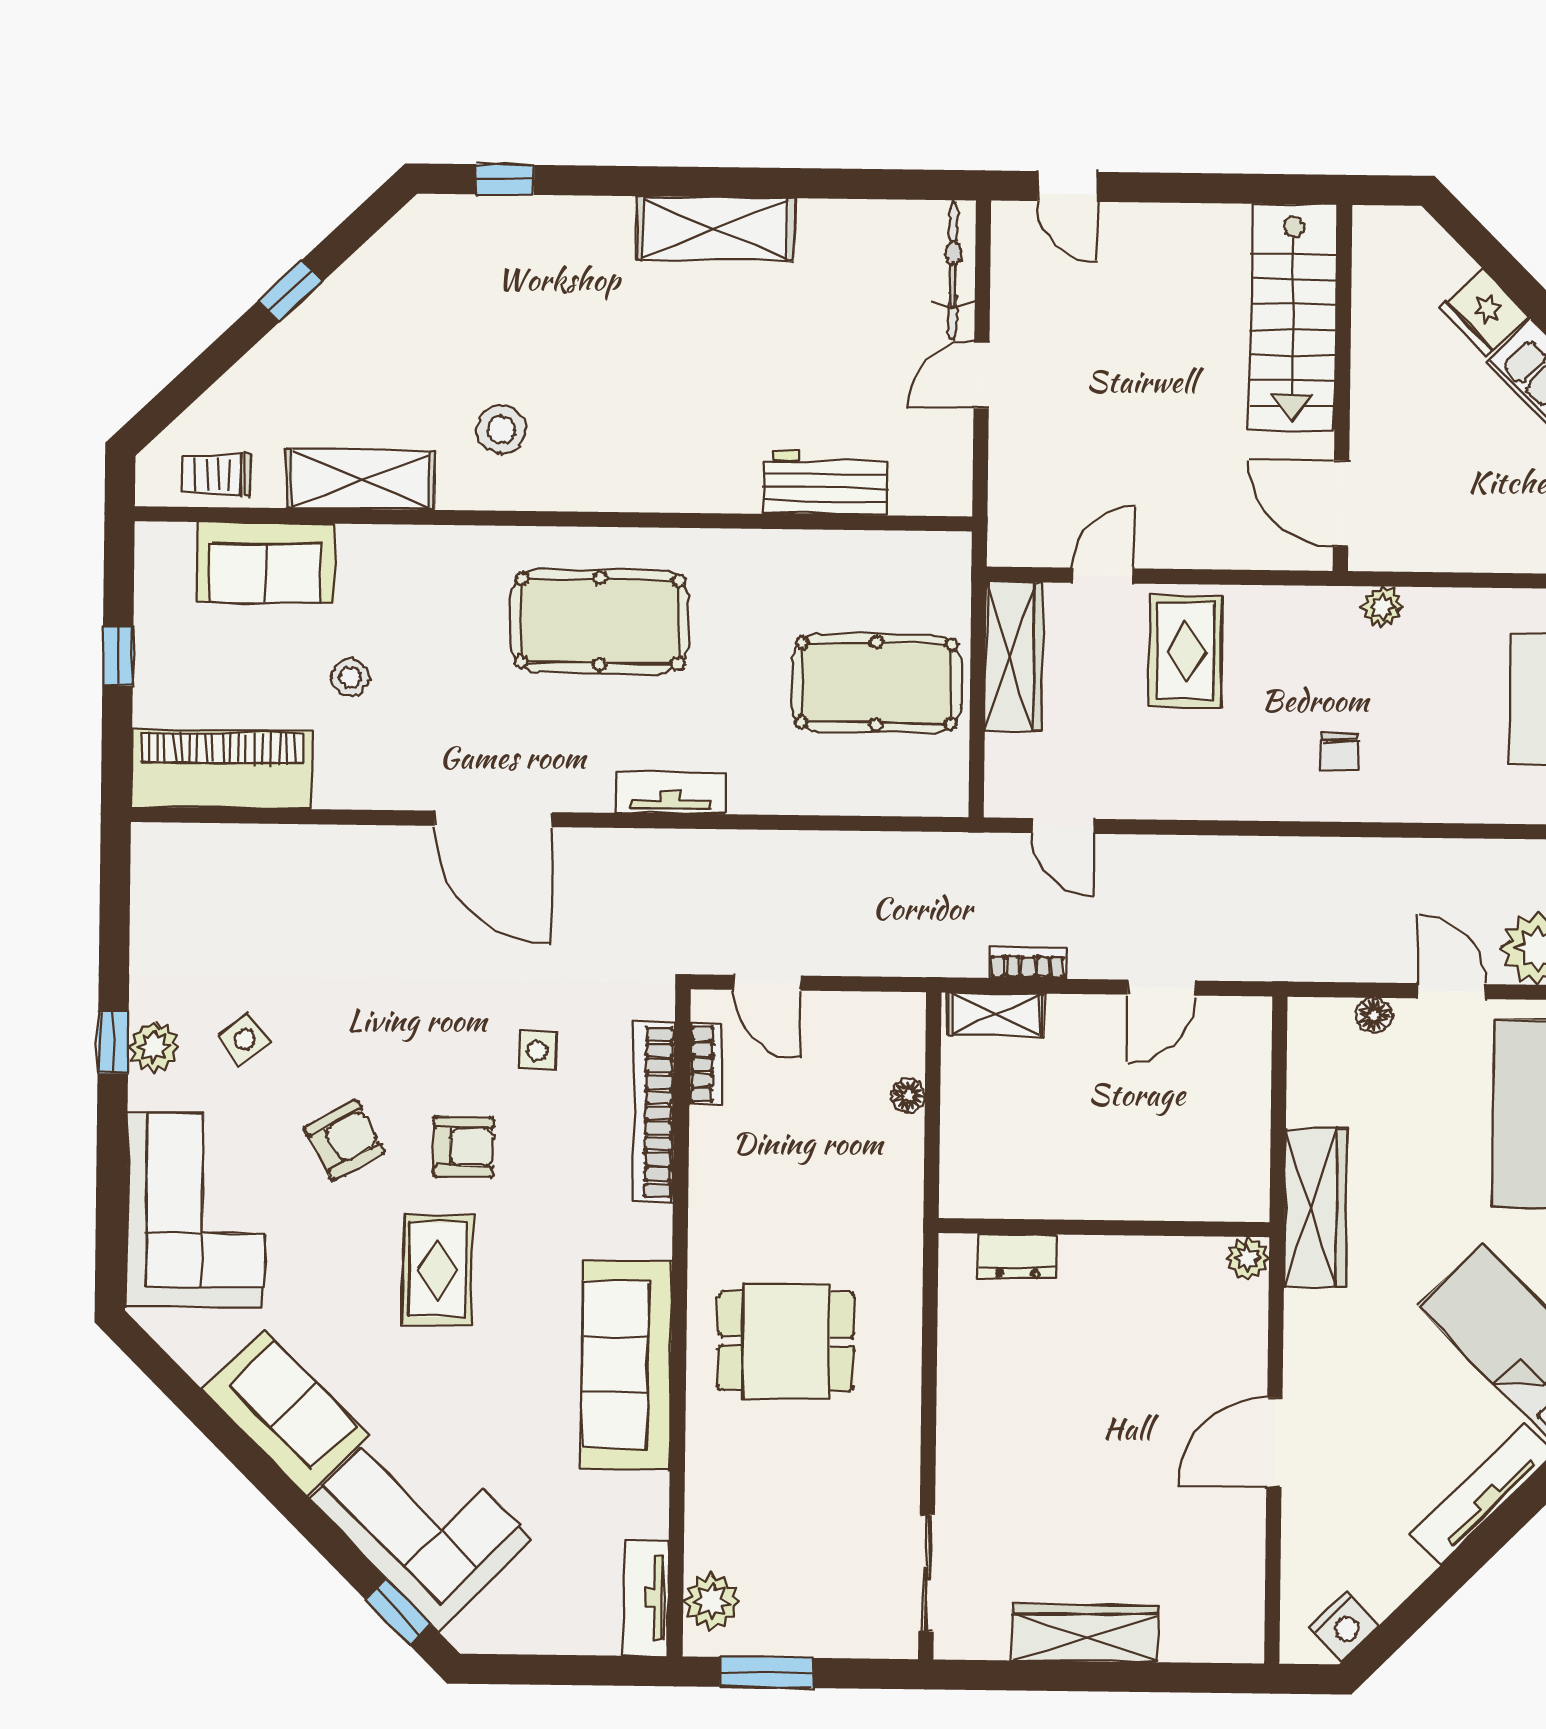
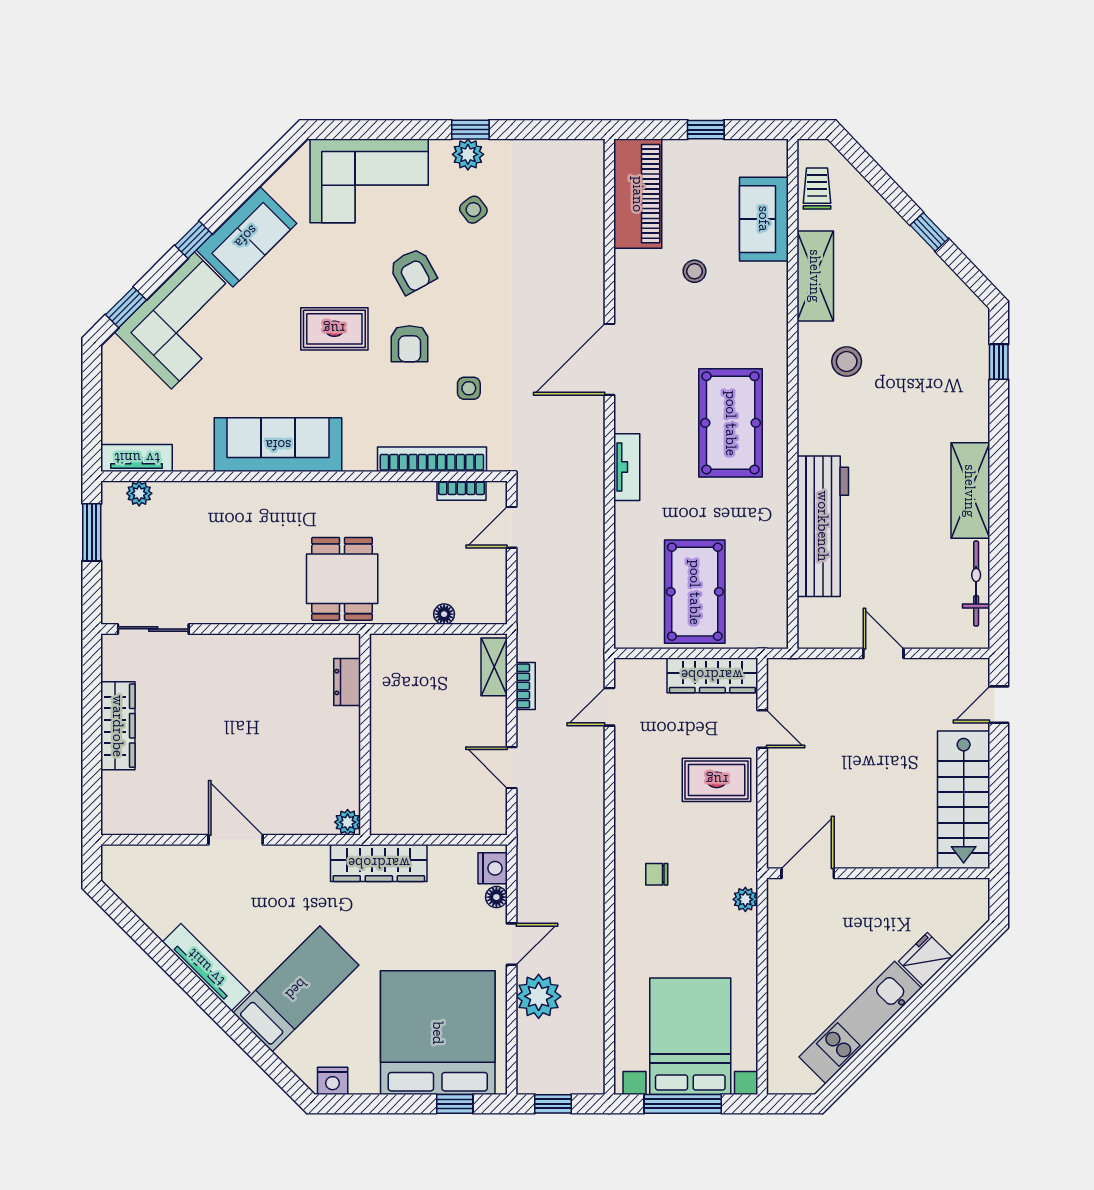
bicycle: (953, 270) -> (976, 584), moved, turned -90
stairs: (1293, 318) -> (964, 800), moved, turned -90
workbench: (825, 483) -> (823, 526), width x1.88, depth x1.32
dining table: (786, 1341) -> (342, 579), moved
window: (288, 1499) -> (194, 240), added
plant: (712, 1602) -> (139, 493), width x0.73, depth x0.73
nightstand: (1344, 1626) -> (493, 868), moved, turned -135

